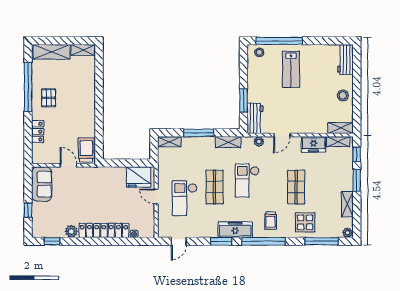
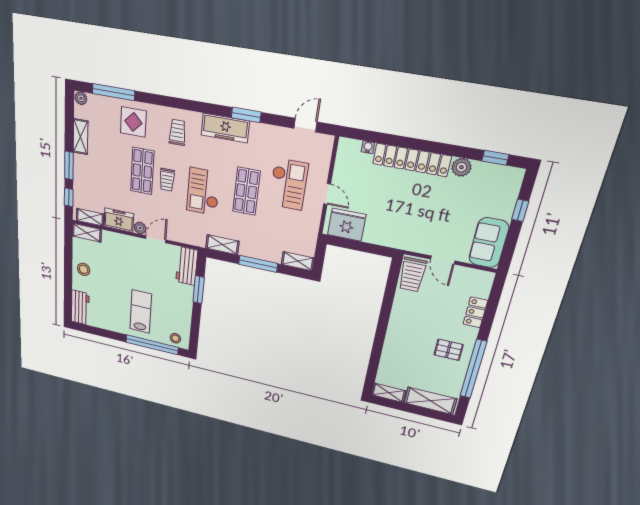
pallet: (49, 98) -> (449, 350), turned 90
plant: (259, 142) -> (140, 228), moved
checkout: (247, 181) -> (203, 192), turned 180
trolley: (276, 184) -> (167, 180), added
window: (264, 241) -> (189, 105), removed

